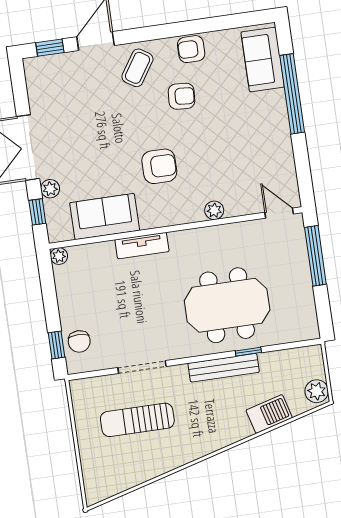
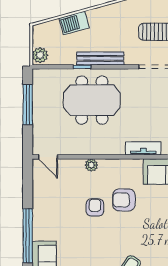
armchair: (182, 96) -> (95, 207), moved, turned 86
window: (315, 256) -> (28, 105), moved
plant: (317, 391) -> (40, 55), moved

